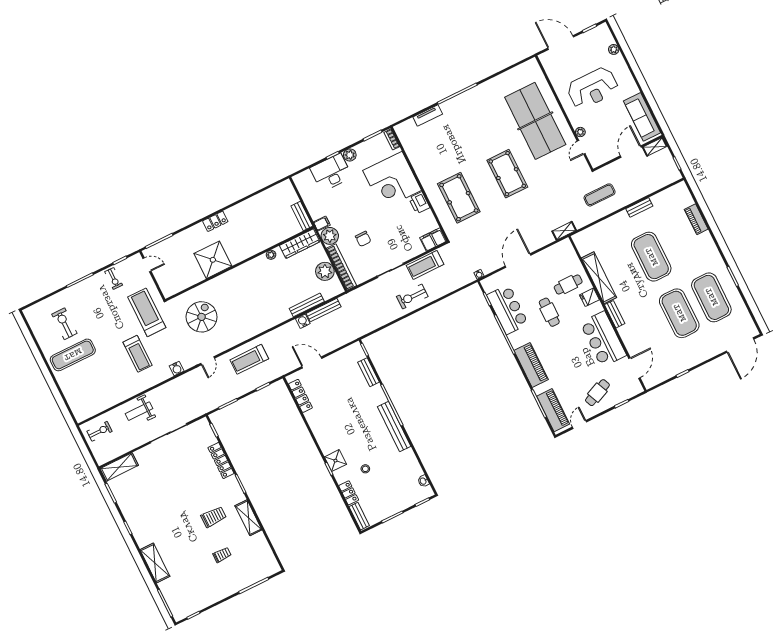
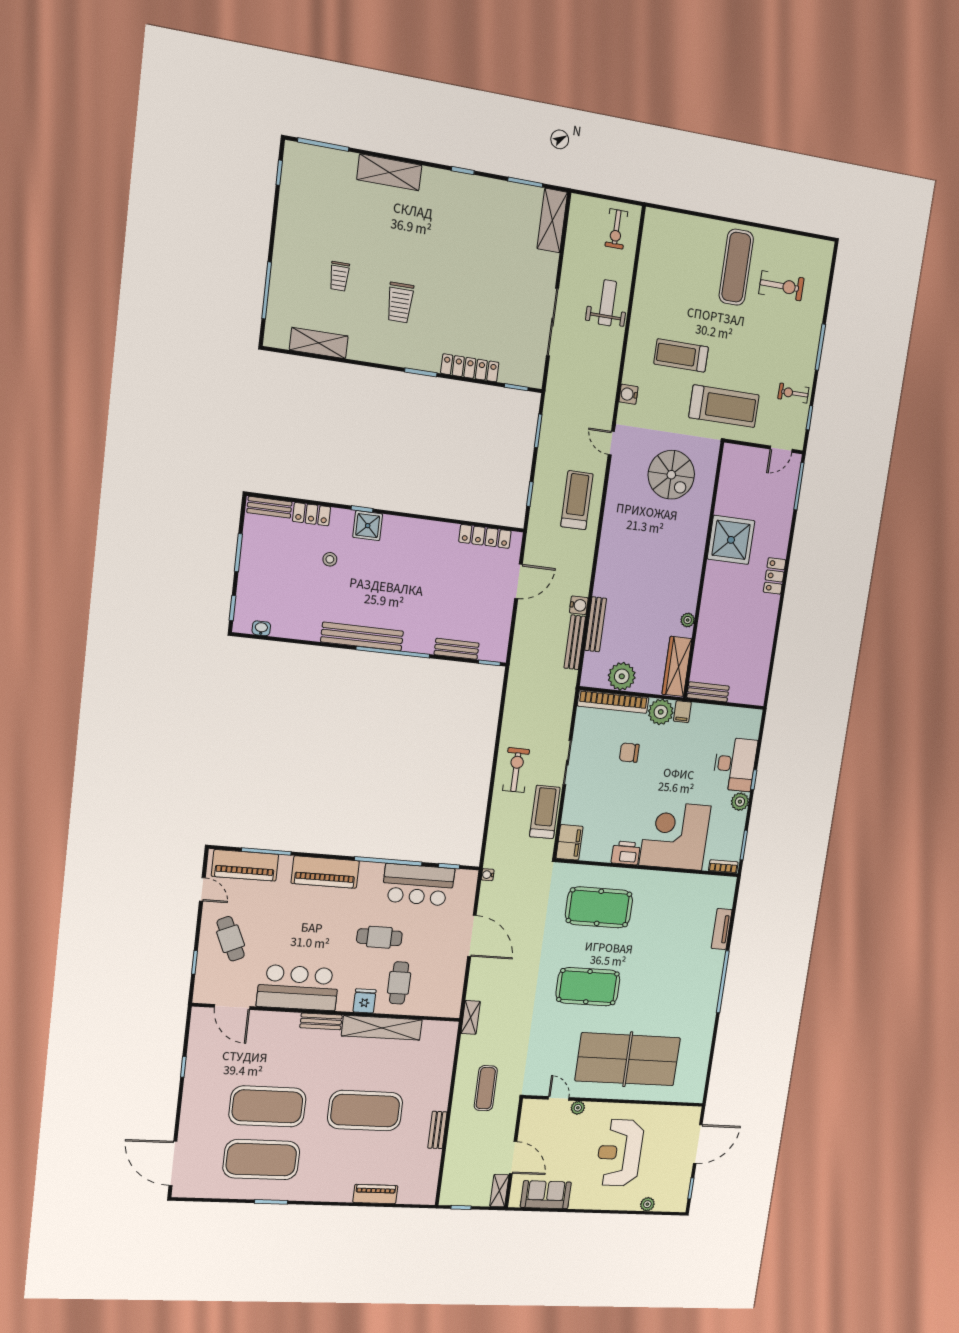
sofa: (642, 117) -> (546, 1195), width x0.73
shelving: (248, 518) -> (319, 343), moved

